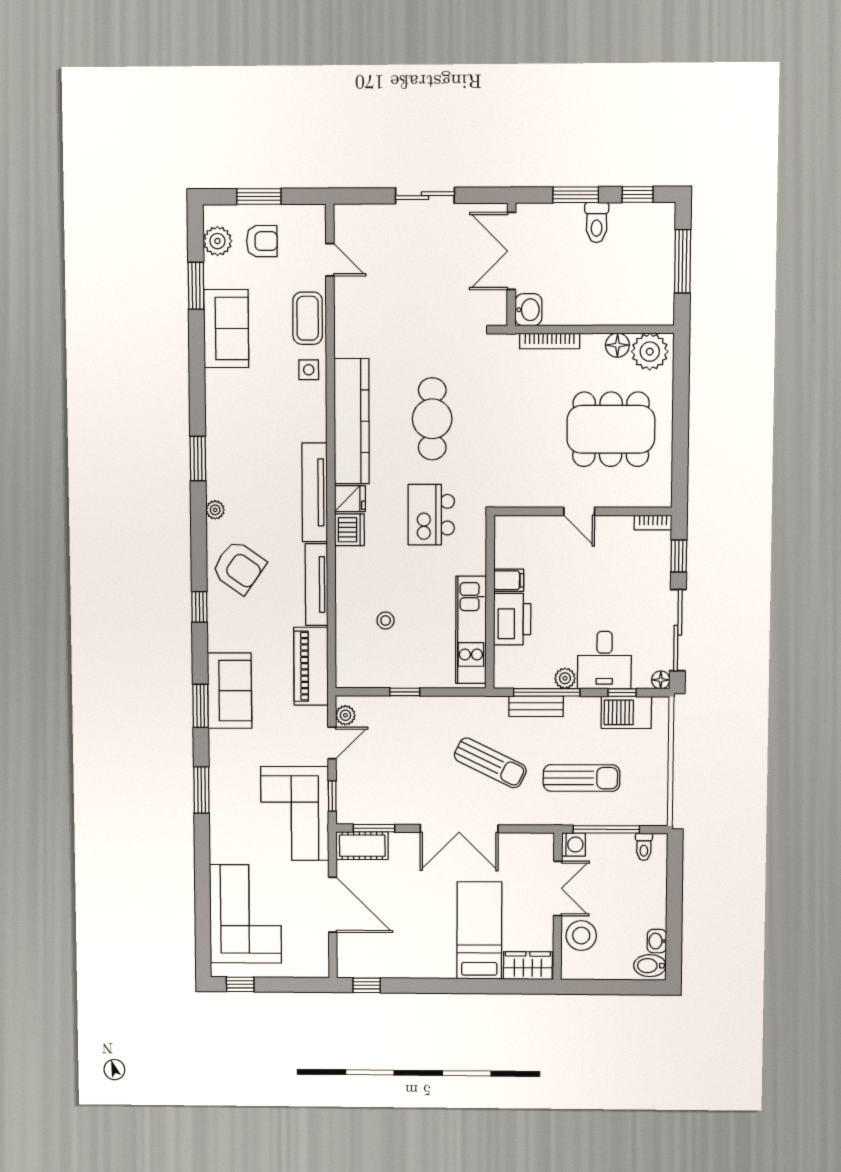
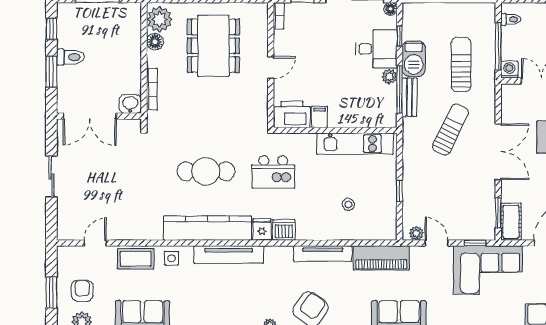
tv unit: (315, 492) -> (229, 255), moved
printer: (512, 619) -> (292, 114), moved
barbecue: (626, 712) -> (414, 59), moved

